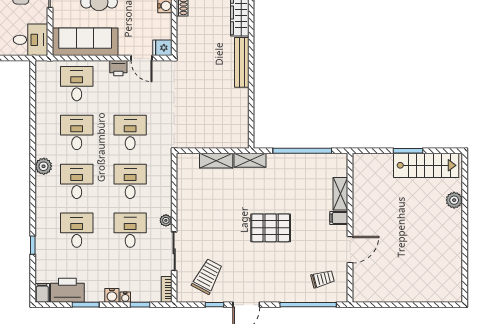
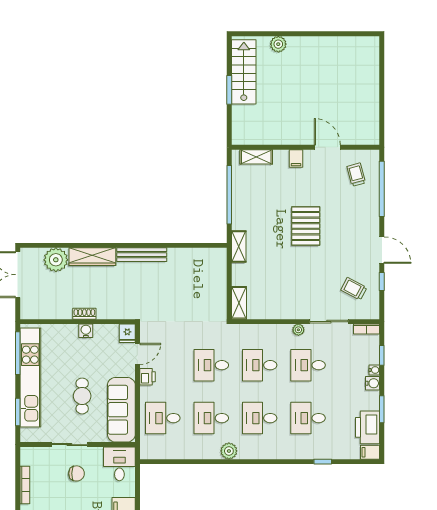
shelving: (216, 161) -> (239, 303), moved
plant: (44, 166) -> (229, 451), moved
shelving: (340, 194) -> (256, 157), moved
trolley: (207, 276) -> (354, 289), width x0.73, depth x0.72

